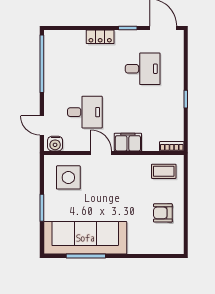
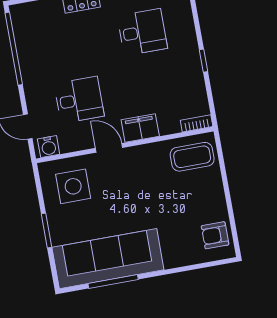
coffee table: (164, 171) -> (192, 157), width x1.36, depth x1.30
armchair: (163, 213) -> (215, 235), moved

